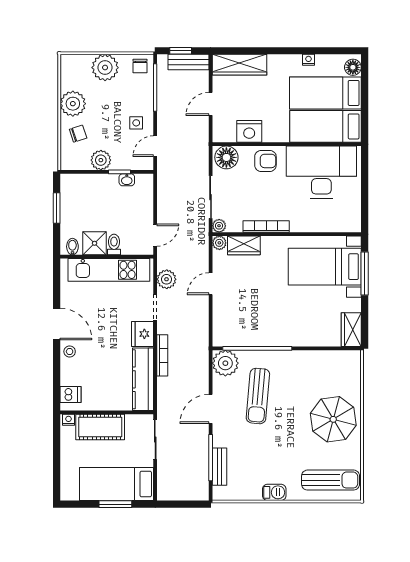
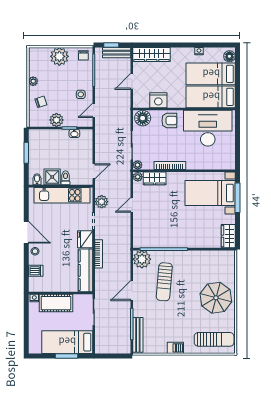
plant: (73, 104) -> (33, 81), width x0.53, depth x0.53
dishwasher: (70, 395) -> (36, 271), moved
bench: (219, 467) -> (138, 335), width x1.36

